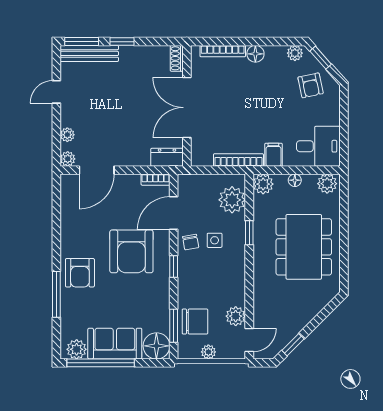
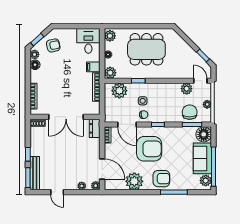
floor lamp: (255, 54) -> (35, 65), moved
plant: (75, 226) -> (134, 181), added

